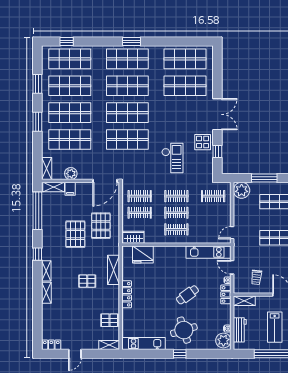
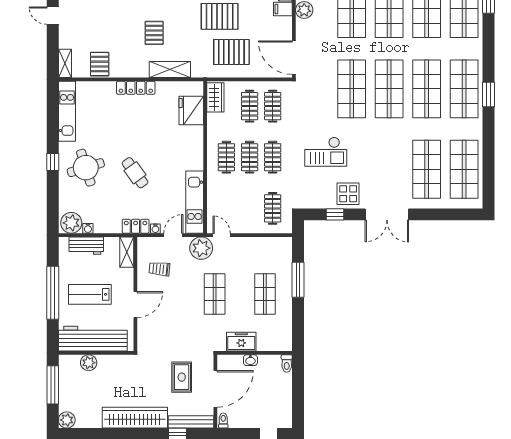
plant: (242, 190) -> (201, 248), moved

